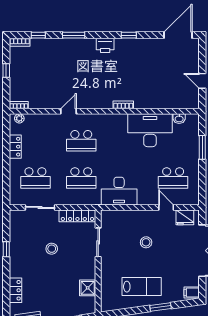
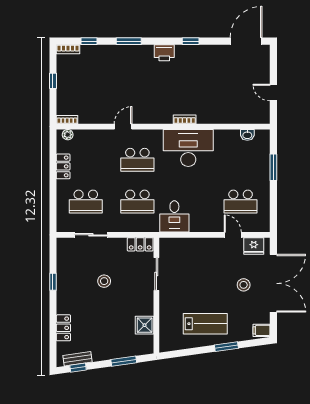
desk: (150, 130) -> (188, 148), moved
desk: (119, 191) -> (174, 216), width x0.73
locker: (77, 216) -> (140, 244), width x0.66
stool: (146, 242) -> (244, 285), moved

